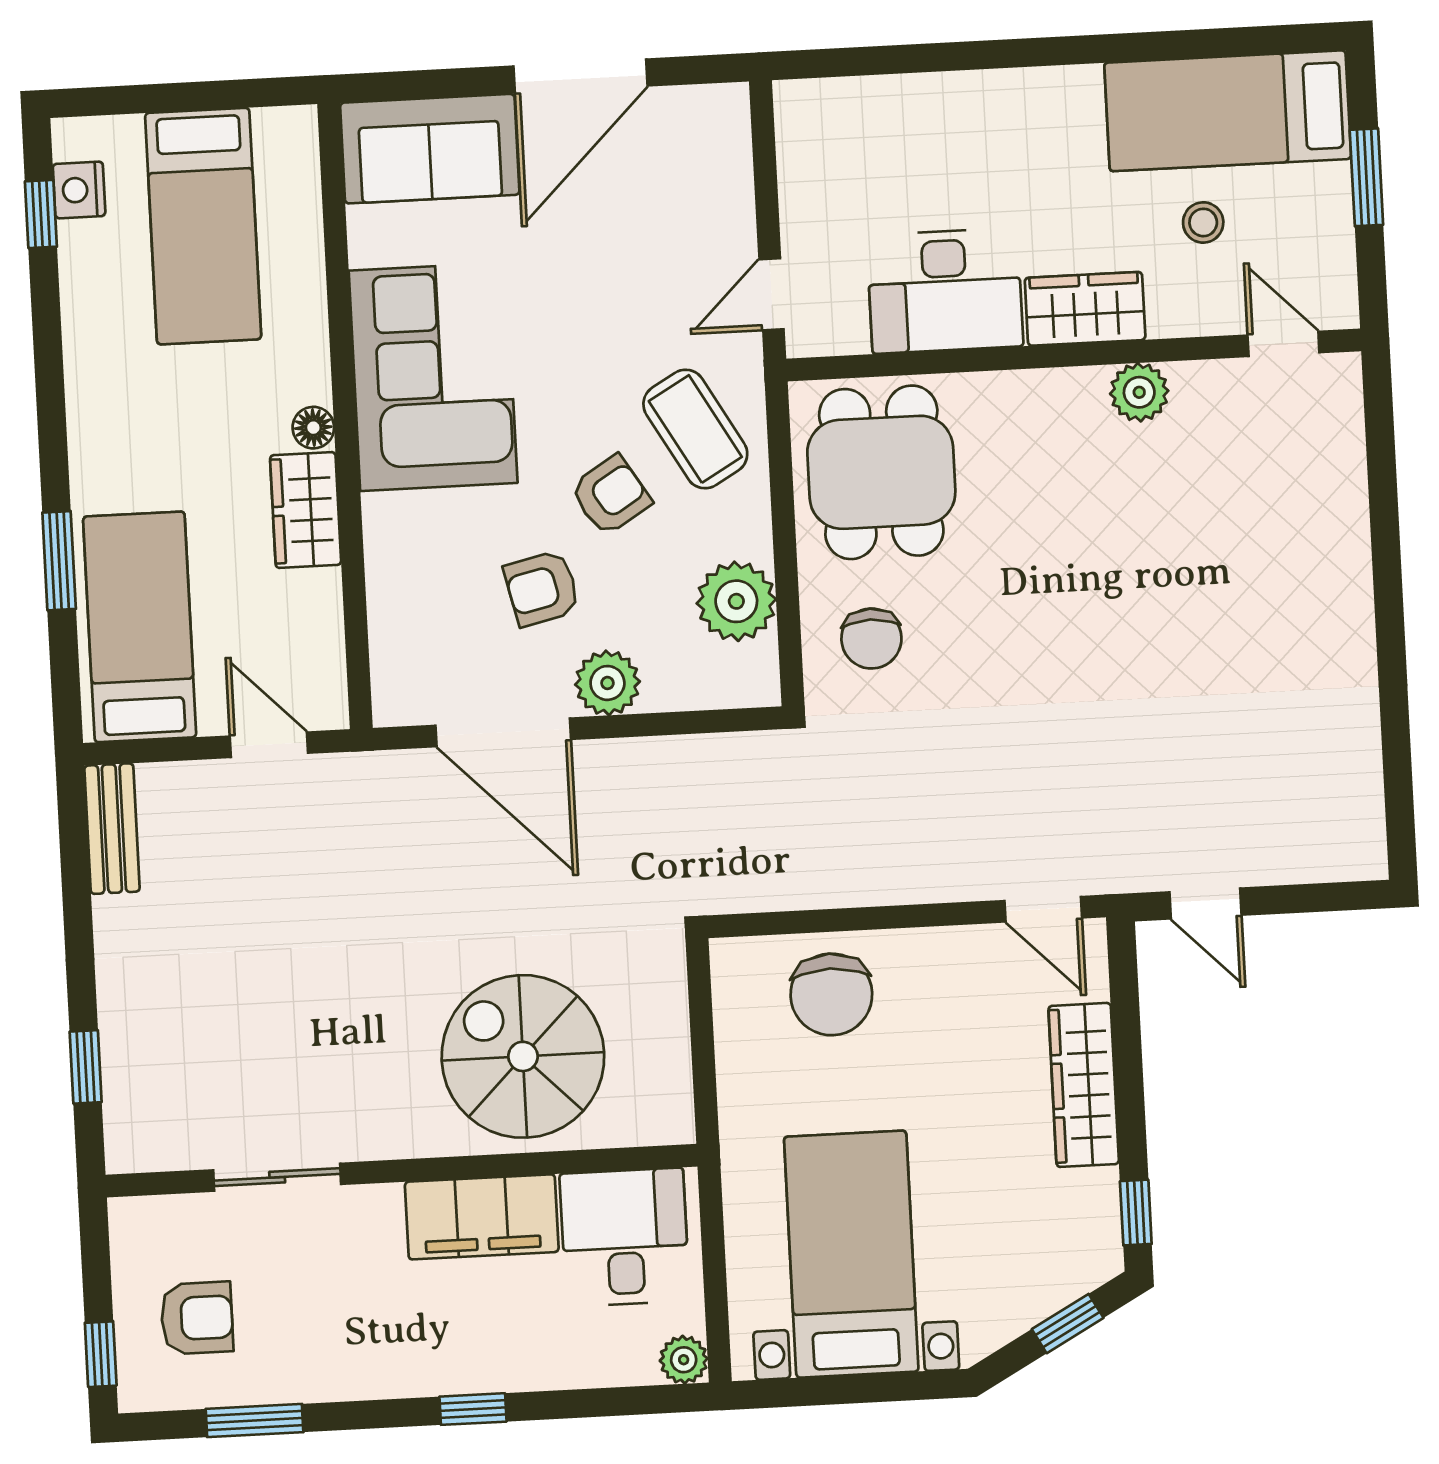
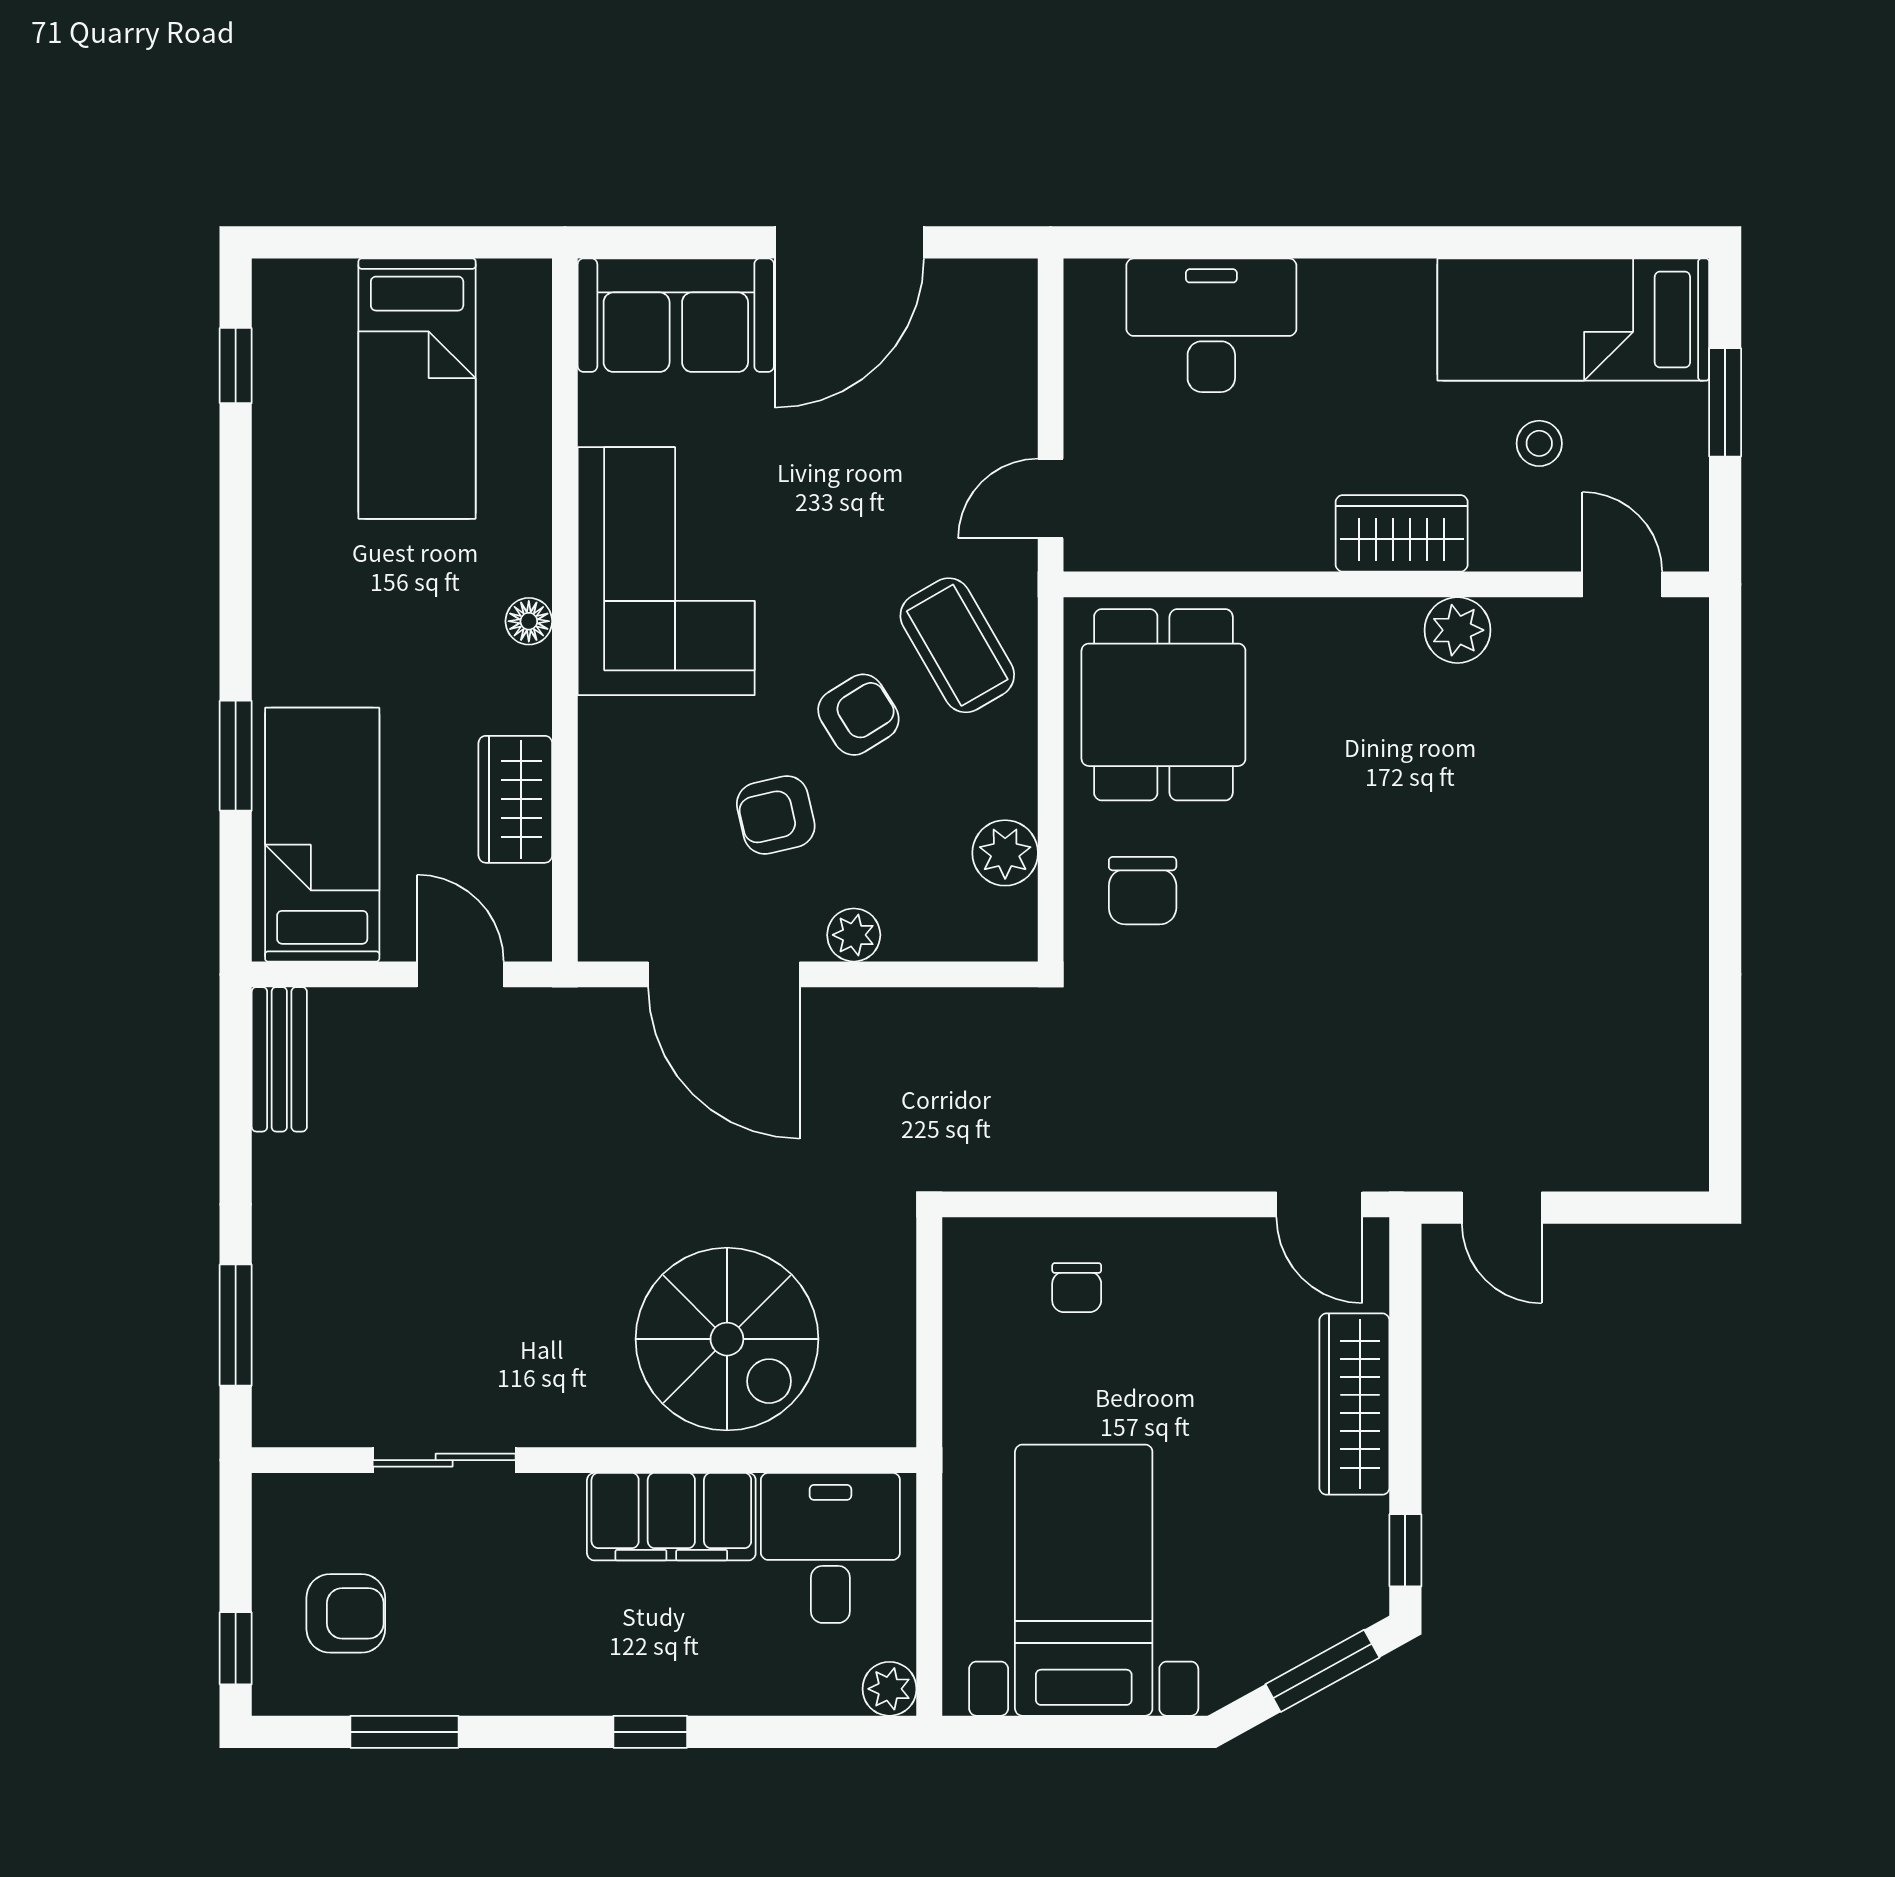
nightstand: (79, 190) -> (280, 341), removed
desk: (945, 291) -> (1211, 325), moved, turned 180
wardrobe: (306, 510) -> (515, 799), moved
plant: (736, 601) -> (1005, 853), width x0.73, depth x0.73
plant: (607, 683) -> (854, 935), width x0.73, depth x0.73
chair: (831, 994) -> (1077, 1288), width x0.54, depth x0.54
spiral stairs: (523, 1056) -> (727, 1339), turned 180
window: (86, 1067) -> (236, 1325), width x1.50
window: (1068, 1324) -> (1322, 1671), width x1.50

